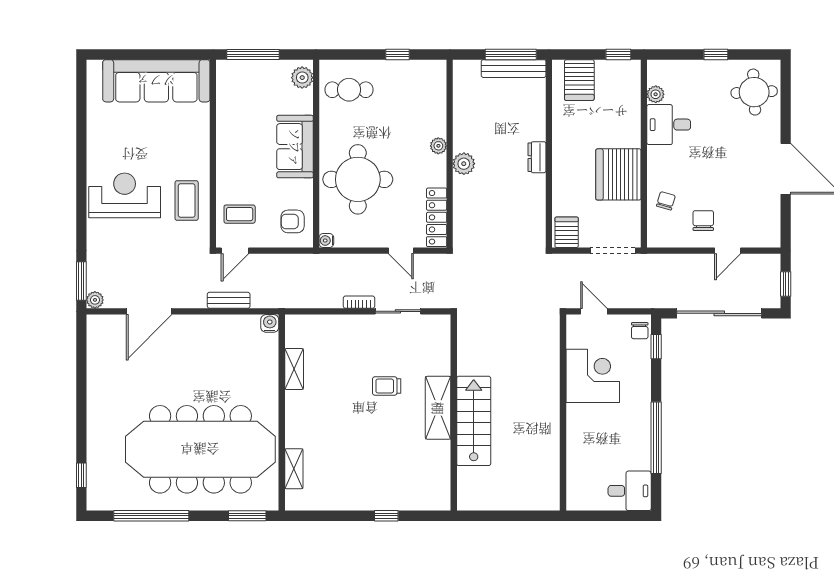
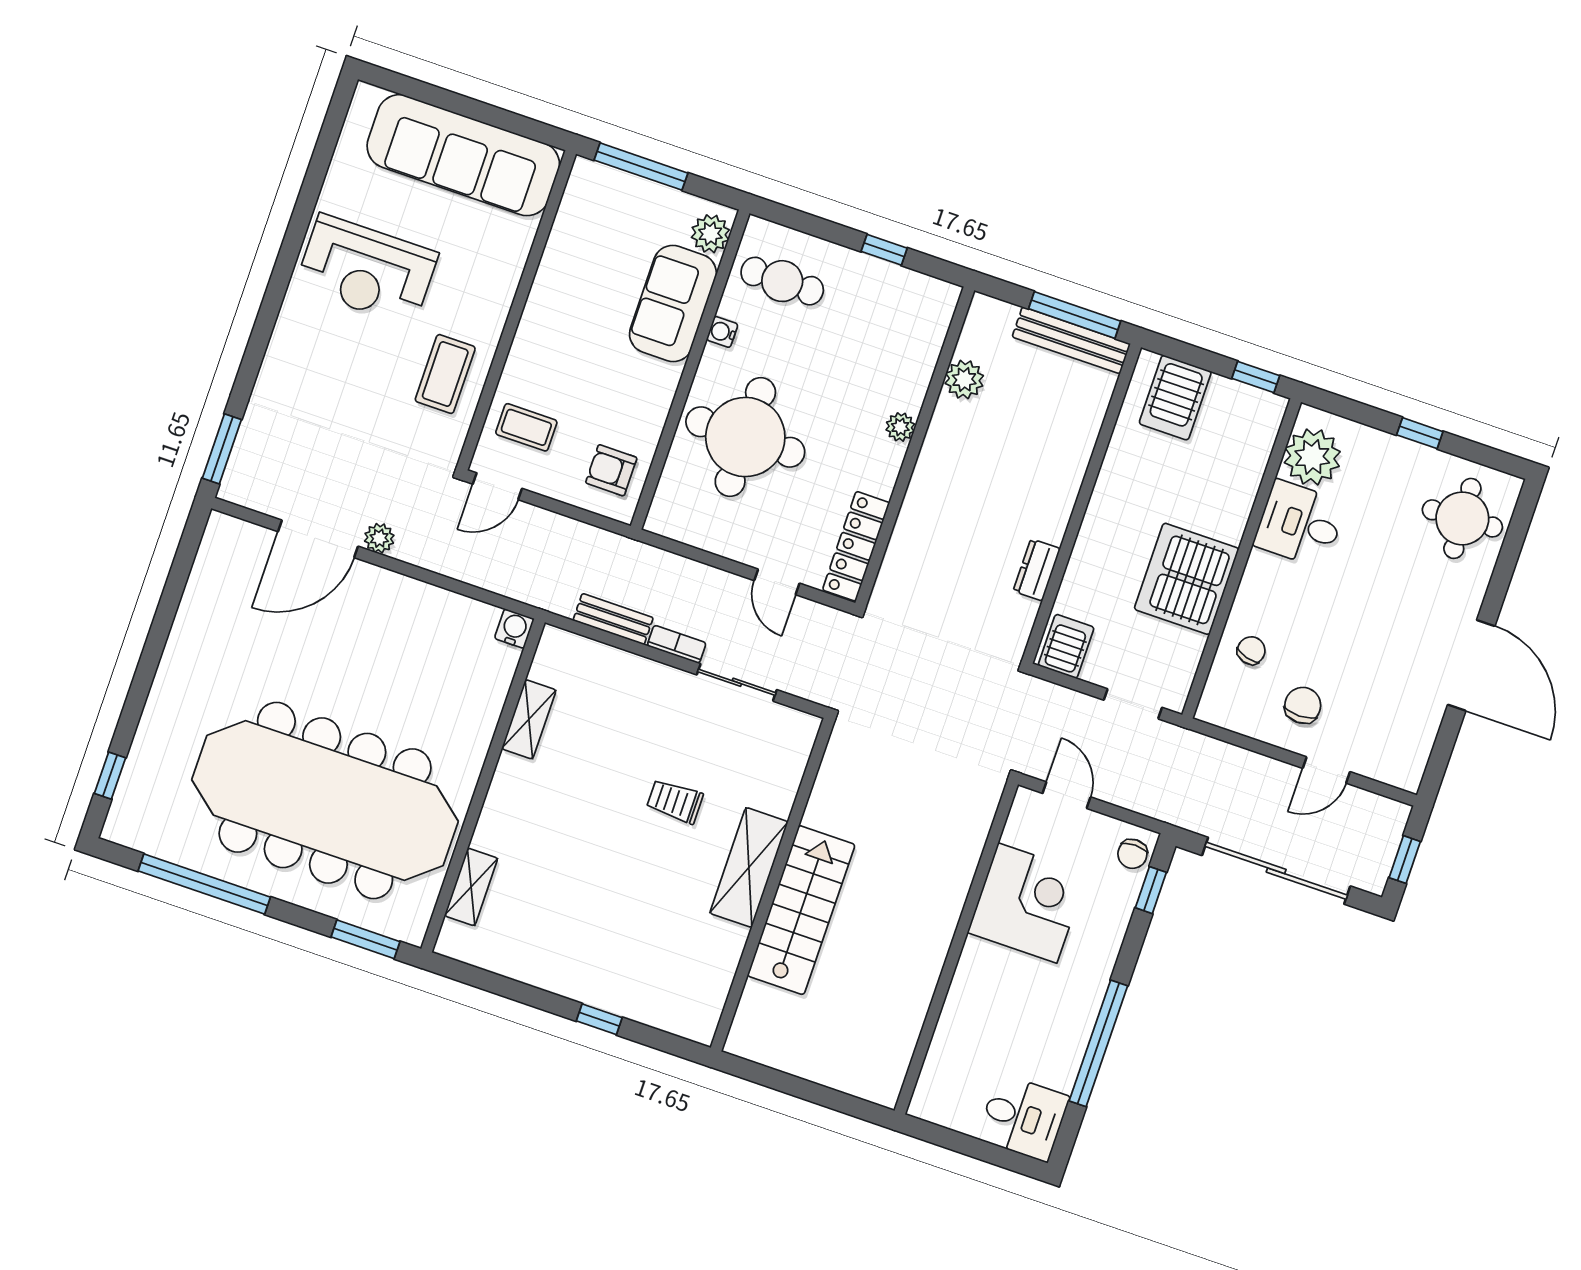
plant: (656, 94) -> (1312, 457), width x1.88, depth x1.88
sofa: (295, 147) -> (673, 304), moved
dresser: (537, 157) -> (1037, 570), moved
plant: (464, 164) -> (964, 380), moved
reception desk: (125, 195) -> (367, 270), moved, turned 180
water cooler: (326, 241) -> (722, 332), moved
doorway: (613, 251) -> (1133, 704), width x0.73
plant: (95, 300) -> (379, 538), moved
bench: (229, 300) -> (613, 619), moved

